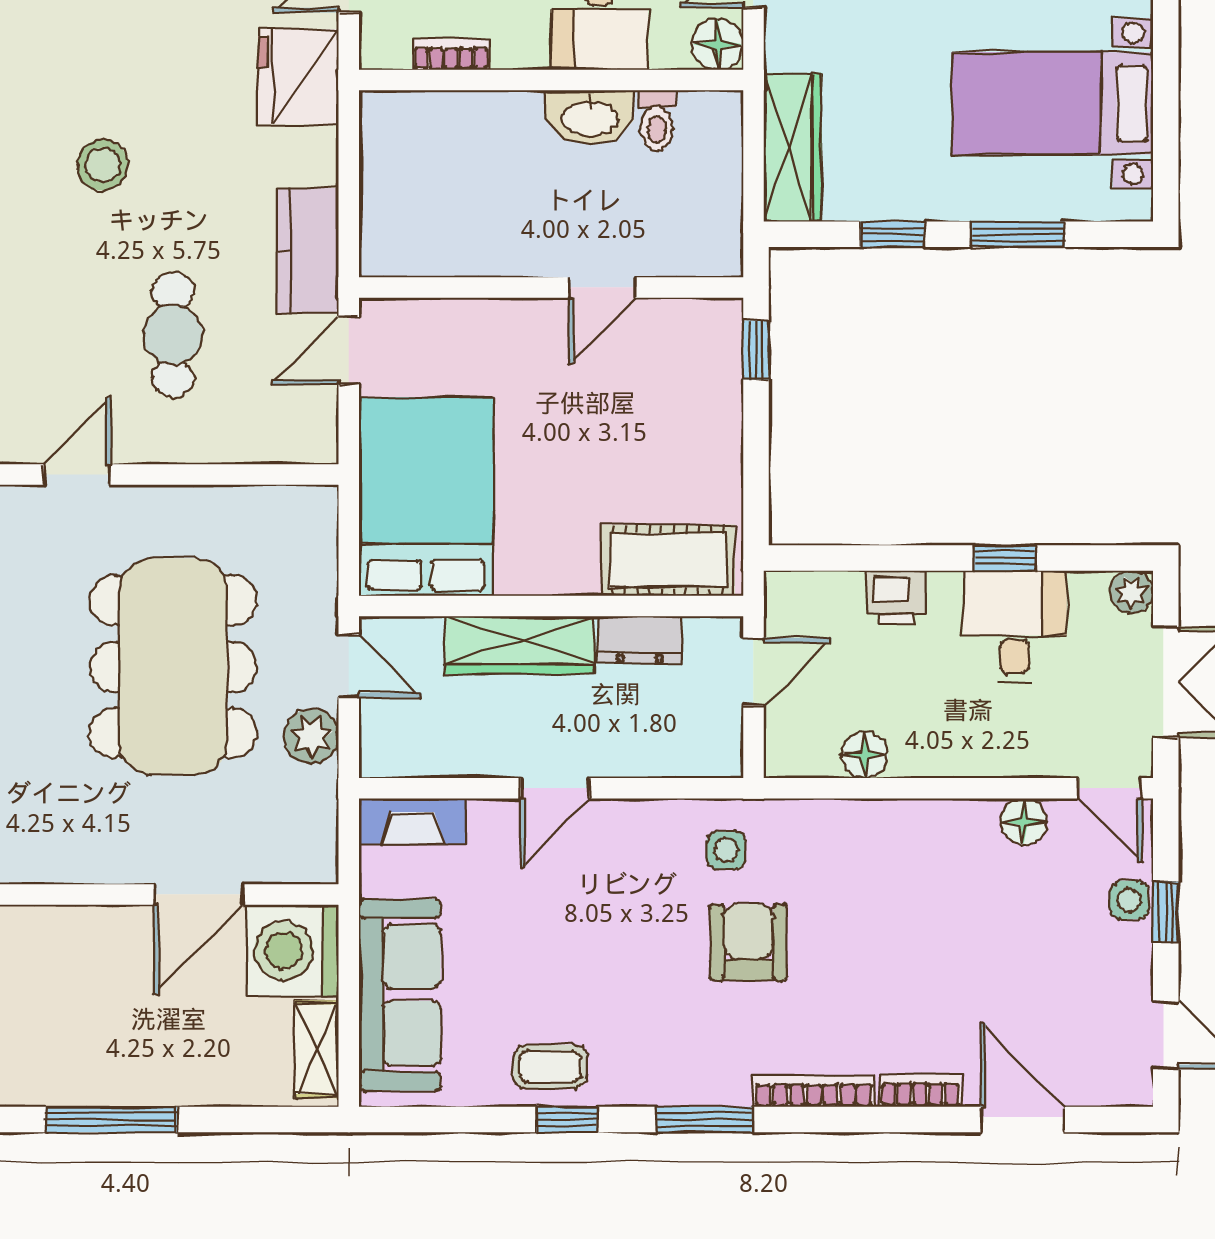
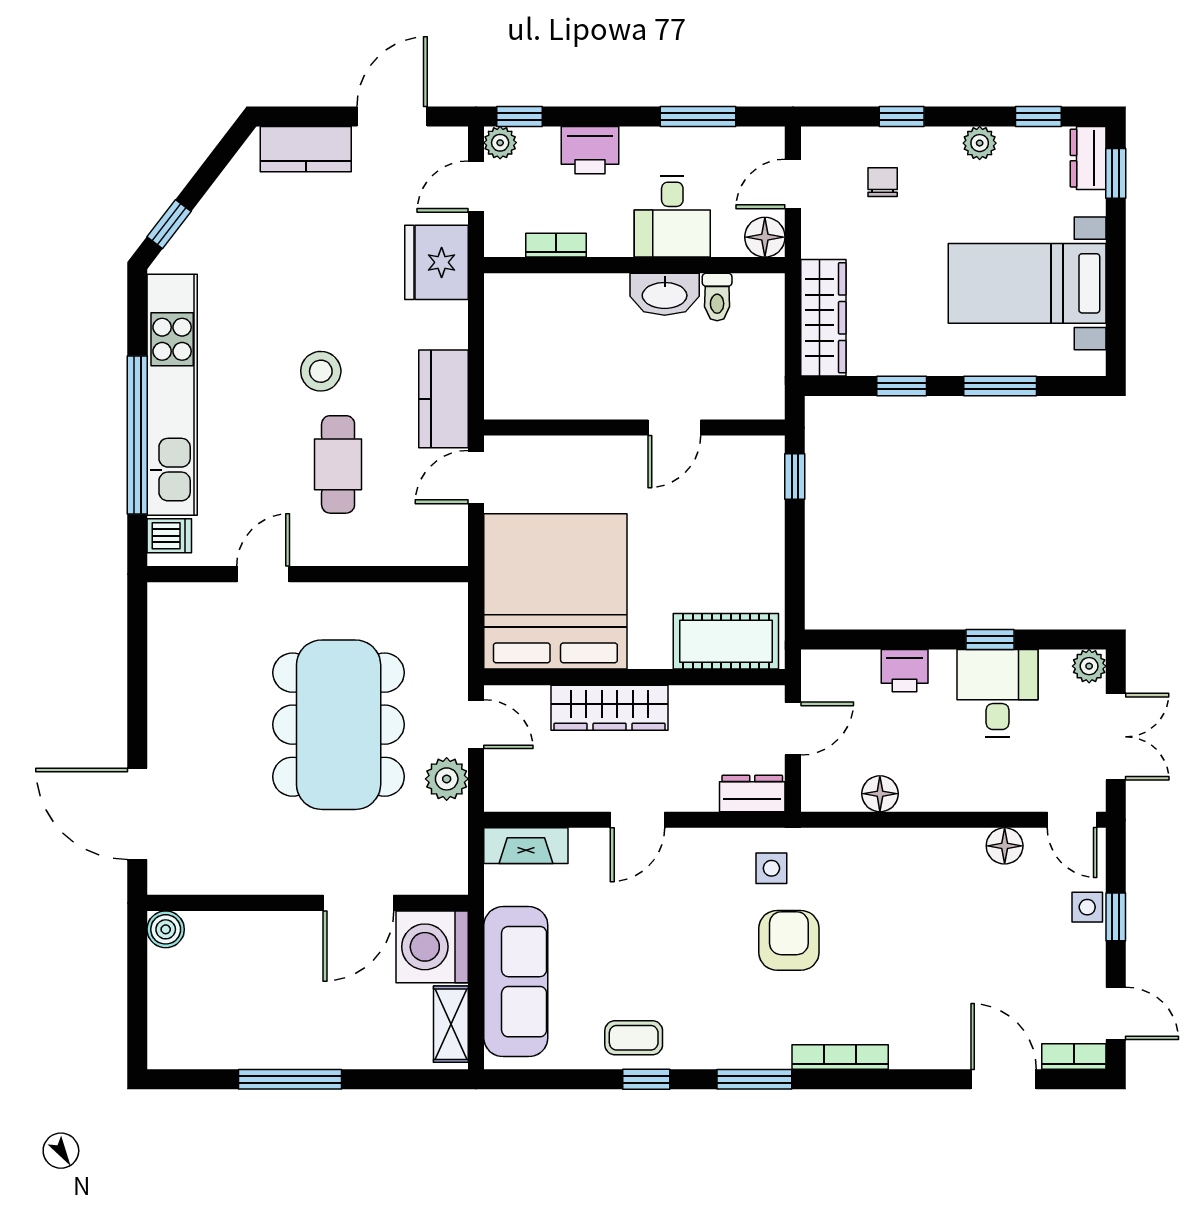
stool: (103, 165) -> (321, 371), moved
bed: (426, 497) -> (555, 591), width x1.36
dresser: (640, 640) -> (752, 793), moved, turned 180
bookcase: (920, 1090) -> (1074, 1056), moved

